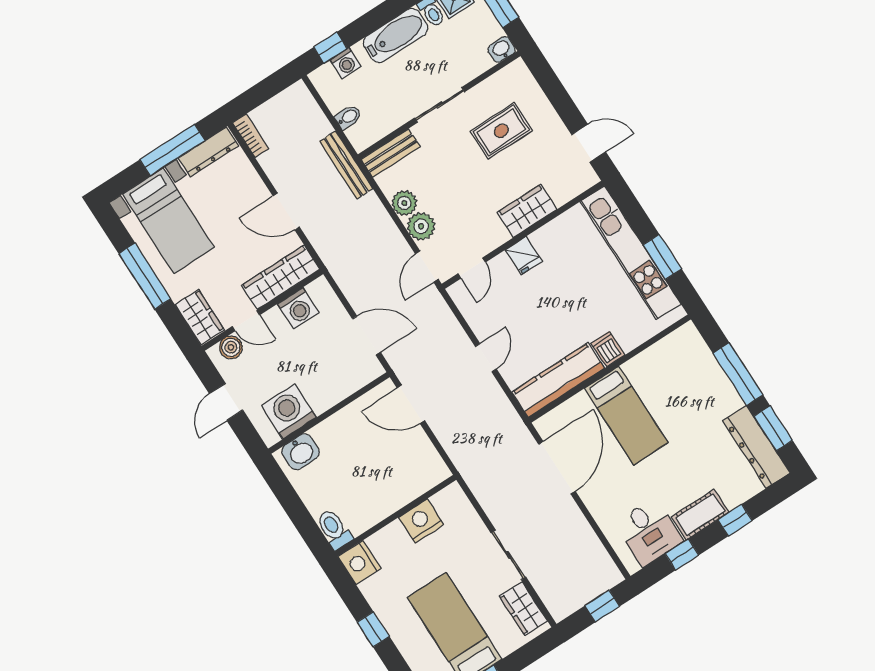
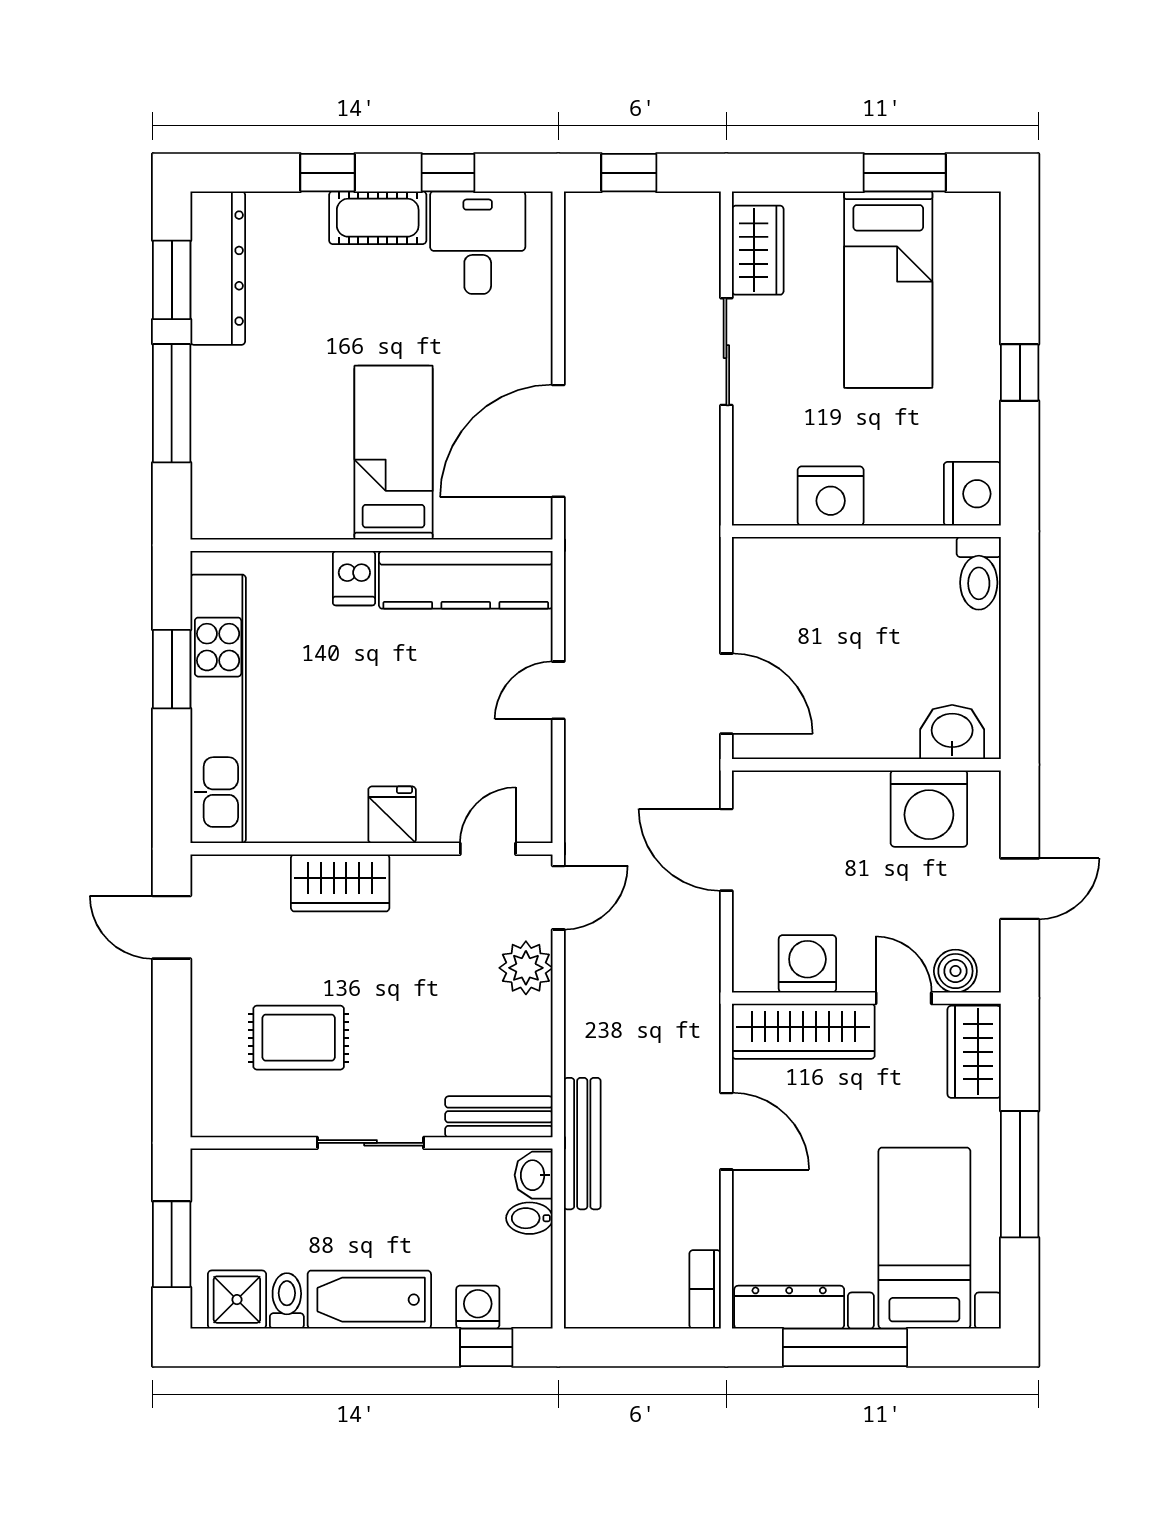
washbasin: (502, 49) -> (534, 1175), moved, turned 90
plant: (404, 203) -> (529, 1022), removed

